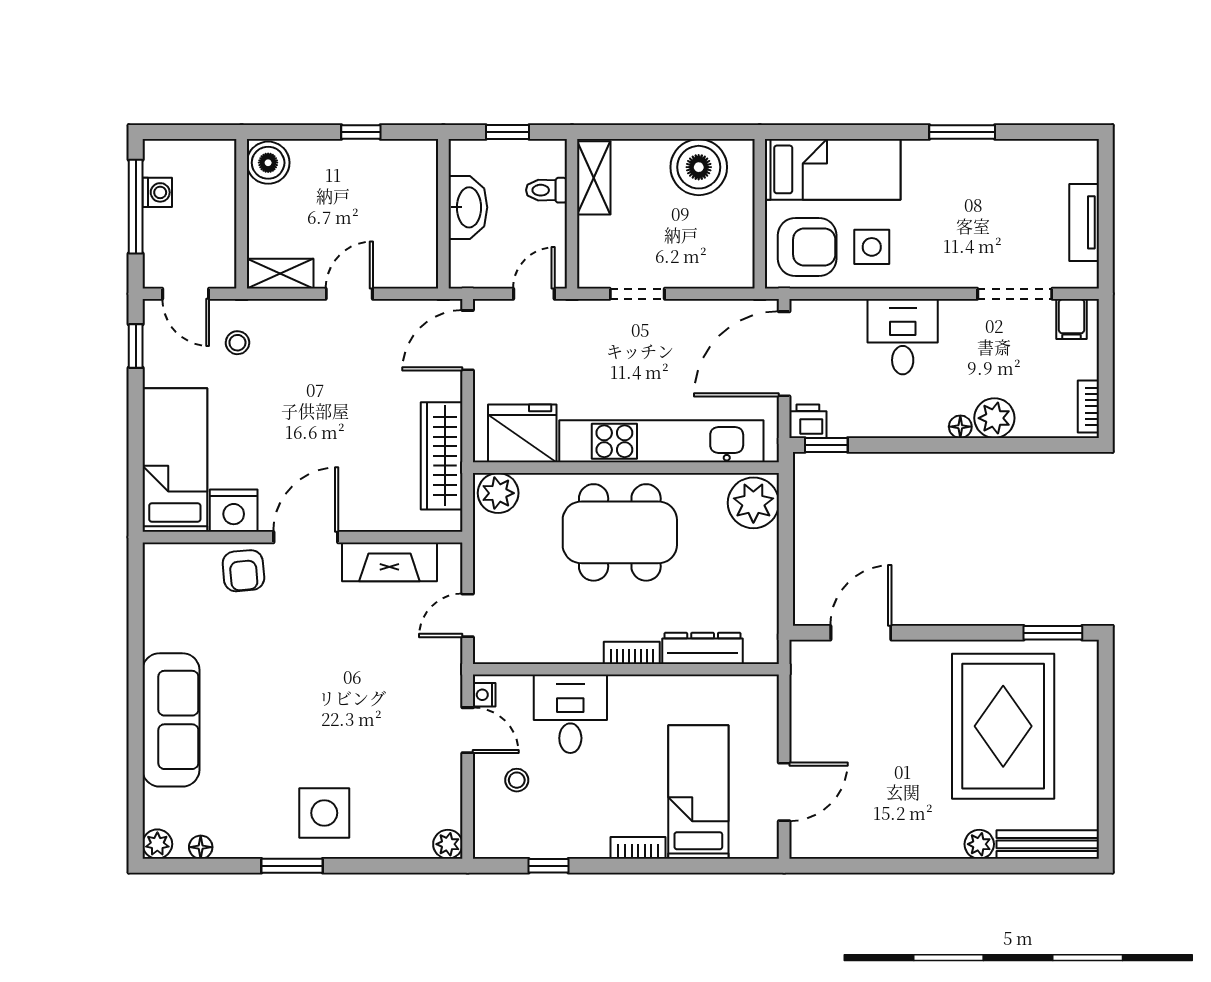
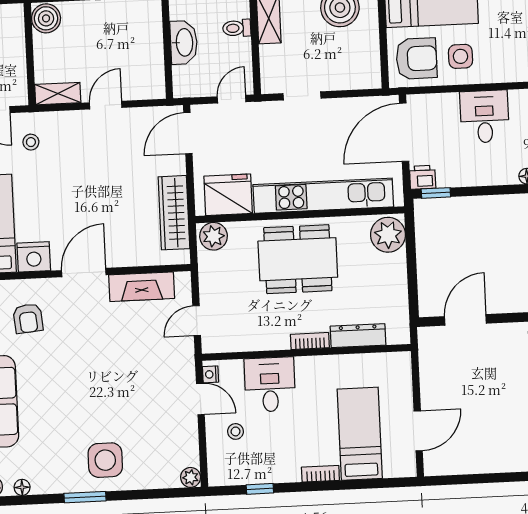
armchair: (243, 571) -> (28, 318), moved

